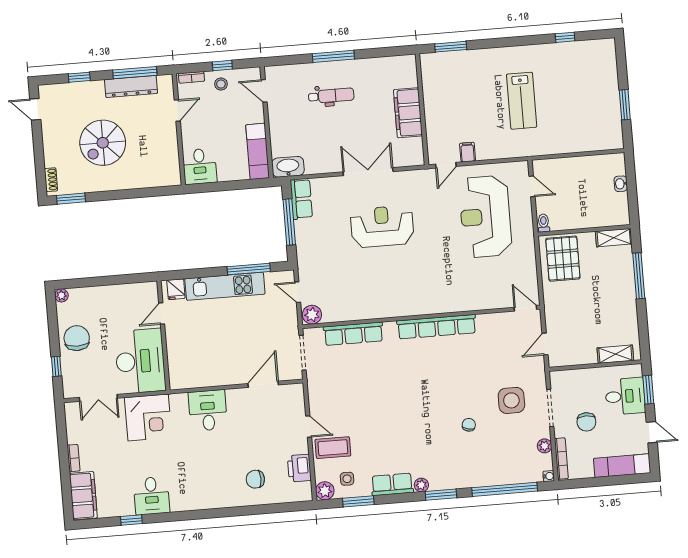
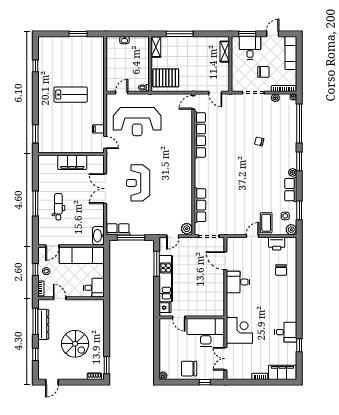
exam couch: (258, 151) -> (82, 255), width x1.36, depth x1.45
row of seats: (437, 327) -> (200, 135), moved
double door: (98, 398) -> (225, 359), swing flipped
side table: (511, 400) -> (247, 115), removed
desk: (208, 410) -> (238, 282), moved

